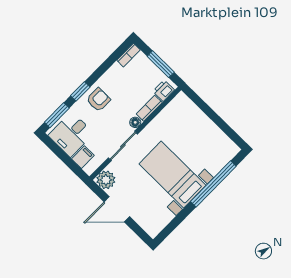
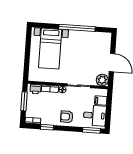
window: (80, 91) -> (47, 127), moved
bed with nightstands: (172, 175) -> (50, 49), moved
window: (213, 184) -> (77, 28), moved

